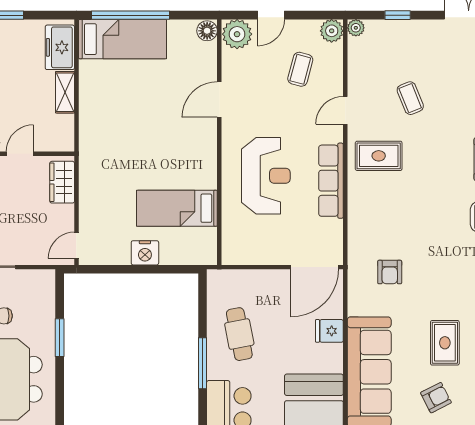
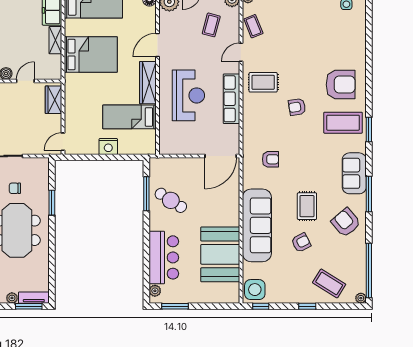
coffee table: (410, 98) -> (253, 26), moved
bed: (118, 114) -> (91, 54), added
wardrobe: (205, 156) -> (148, 83), added
armchair: (430, 193) -> (297, 107), added
armchair: (390, 272) -> (270, 159), turned -90
fridge: (329, 331) -> (230, 198), removed
cafe table: (239, 334) -> (171, 200), turned -46
window: (202, 363) -> (146, 194), moved

